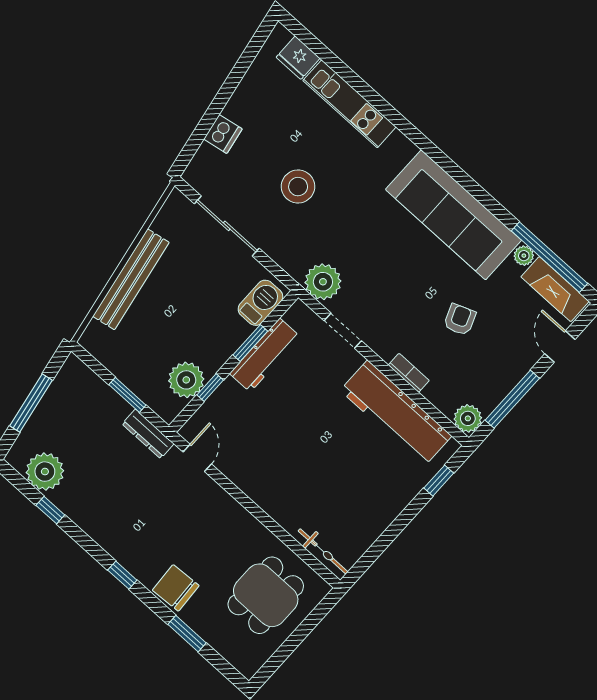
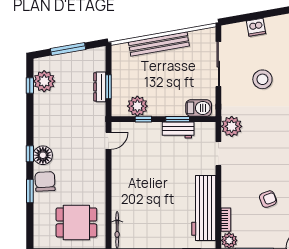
workbench: (265, 355) -> (178, 130), width x0.73
bookcase: (409, 373) -> (226, 220), moved
dresser: (148, 434) -> (100, 87), moved
window: (50, 510) -> (30, 86), moved
floor lamp: (139, 560) -> (43, 155), added
window: (187, 634) -> (30, 191), moved

